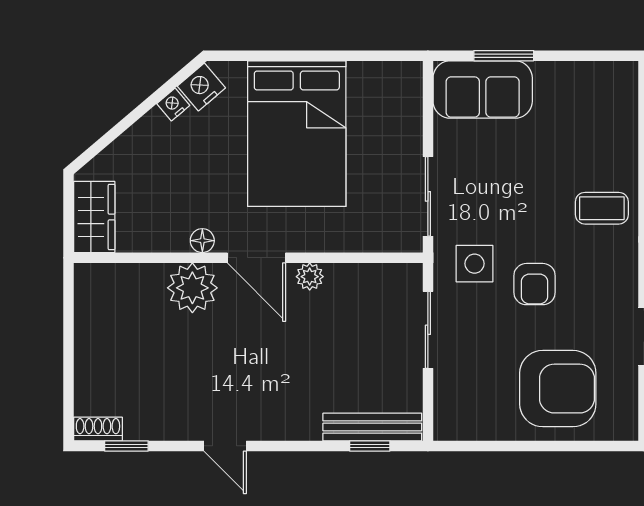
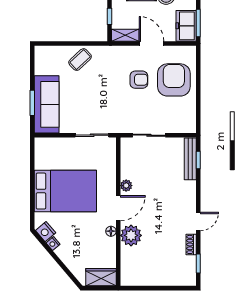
sofa: (483, 90) -> (47, 104), width x1.36
coffee table: (602, 208) -> (80, 60), moved, turned 47
side table: (475, 264) -> (121, 115), removed
armchair: (535, 284) -> (139, 80), moved
shoe rack: (98, 429) -> (191, 244), moved

